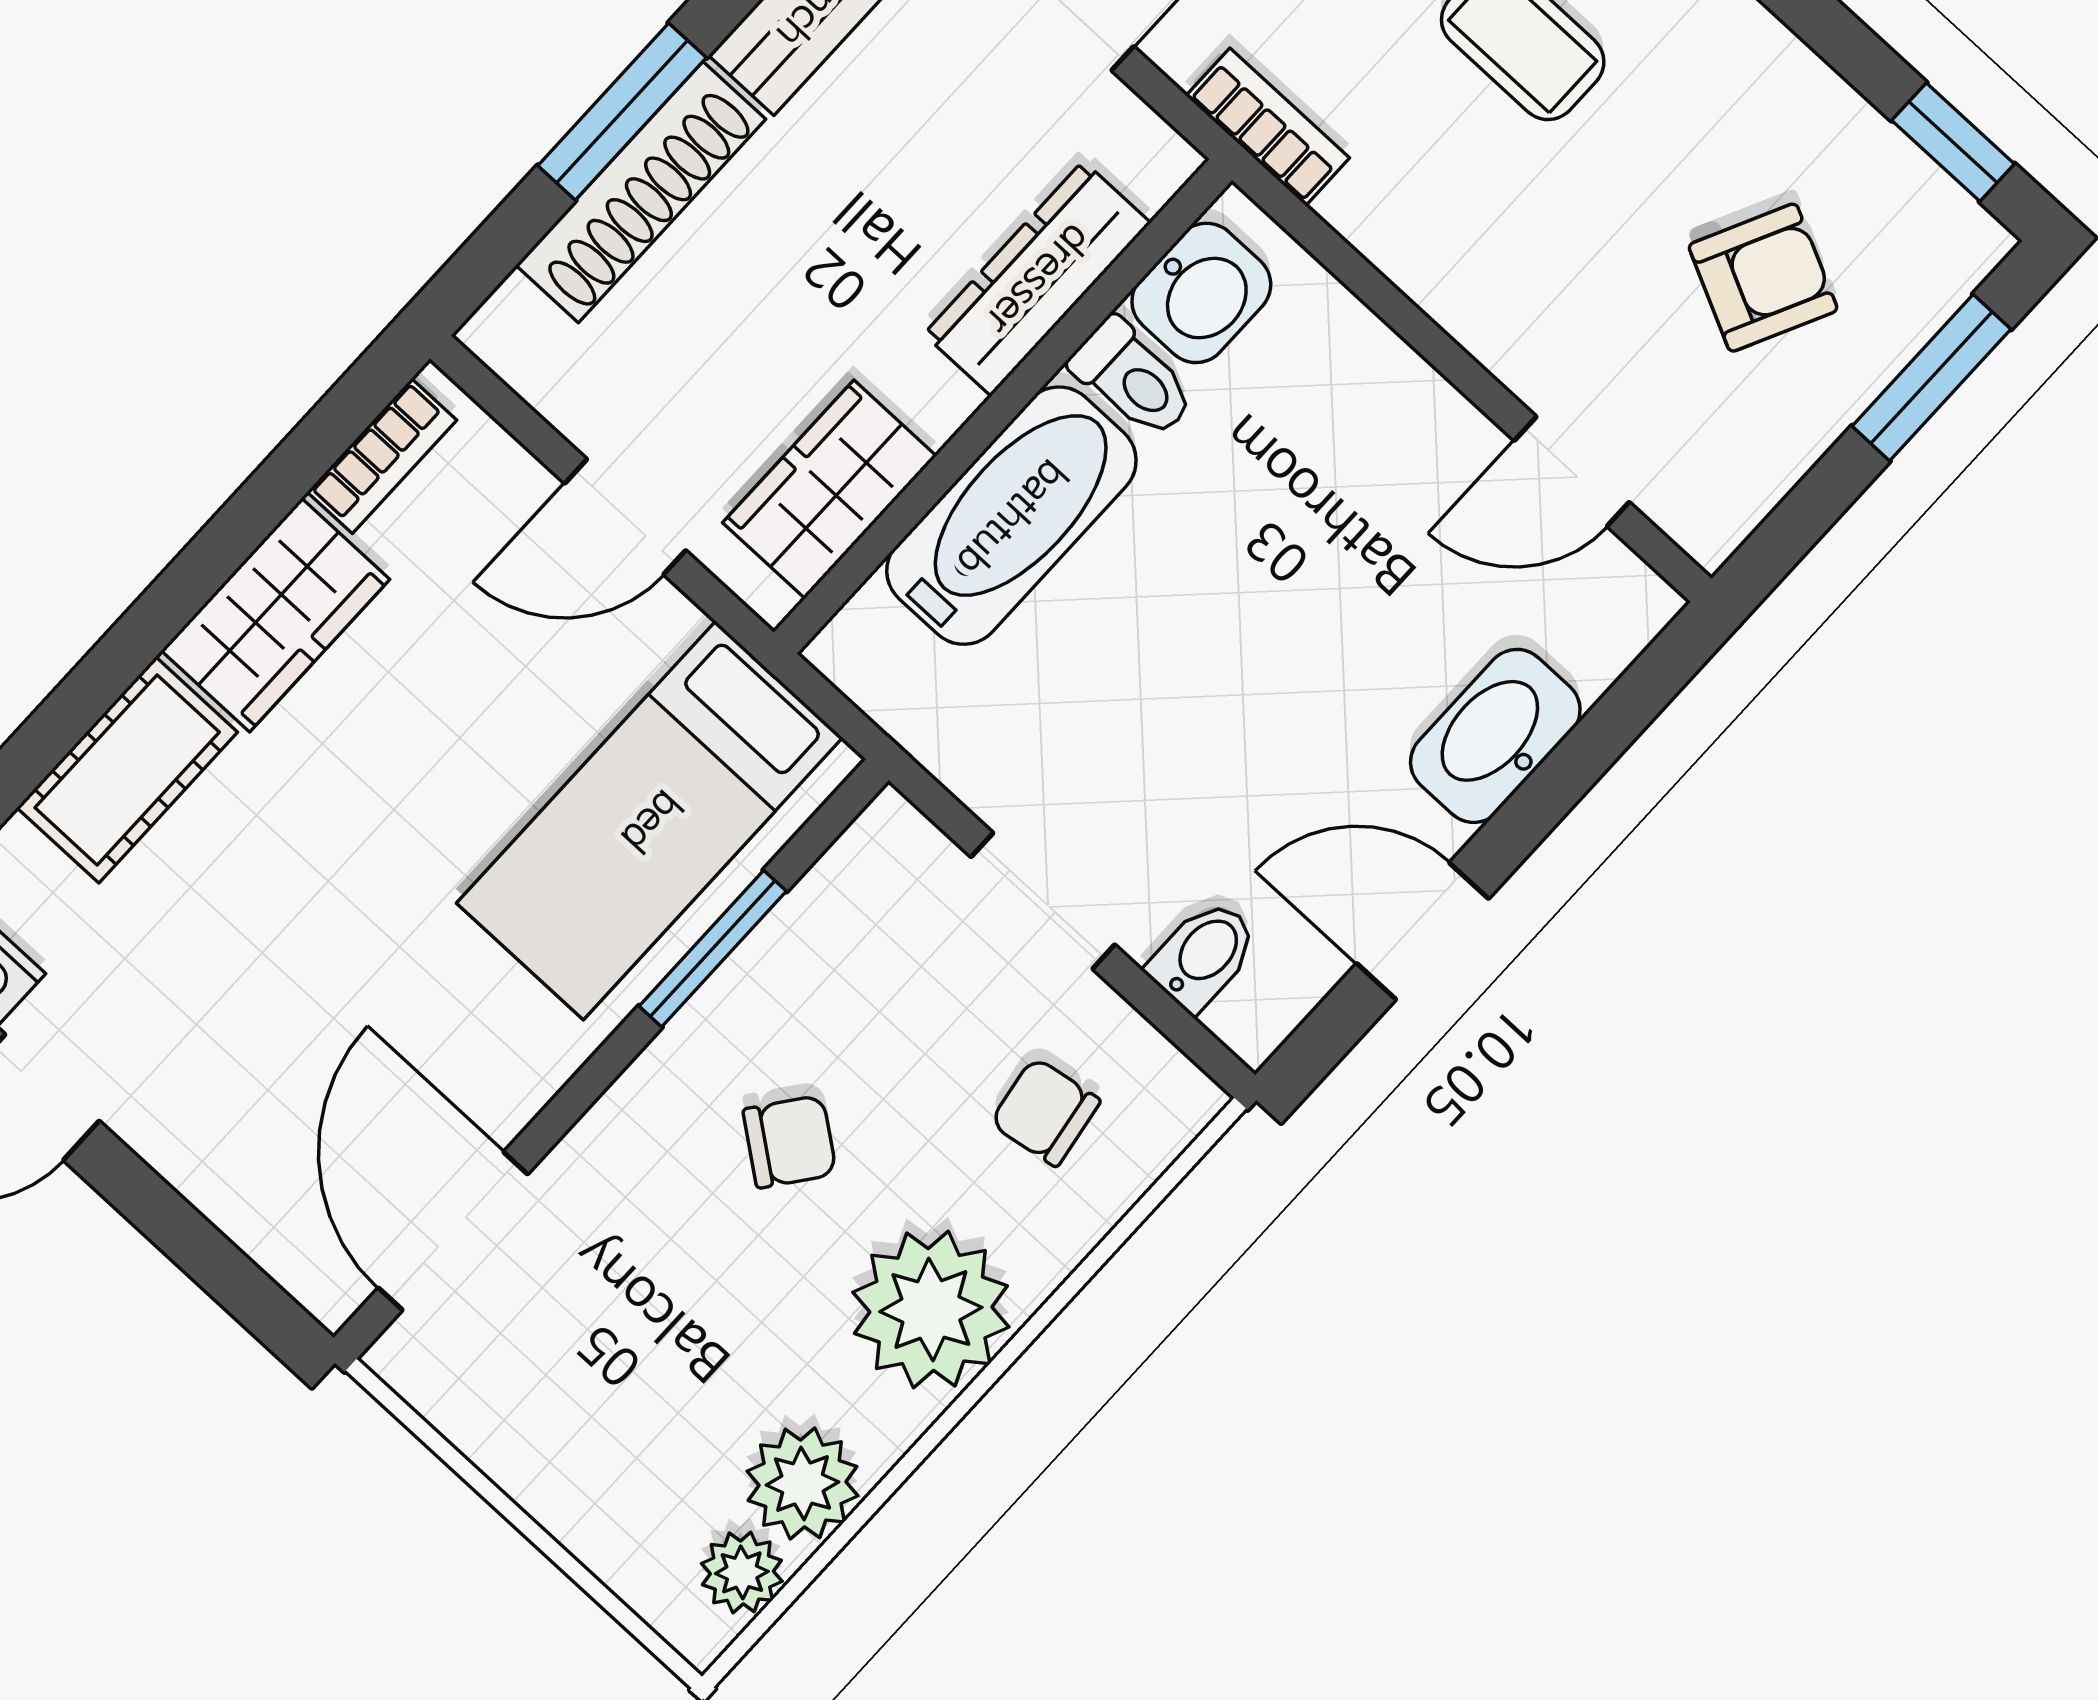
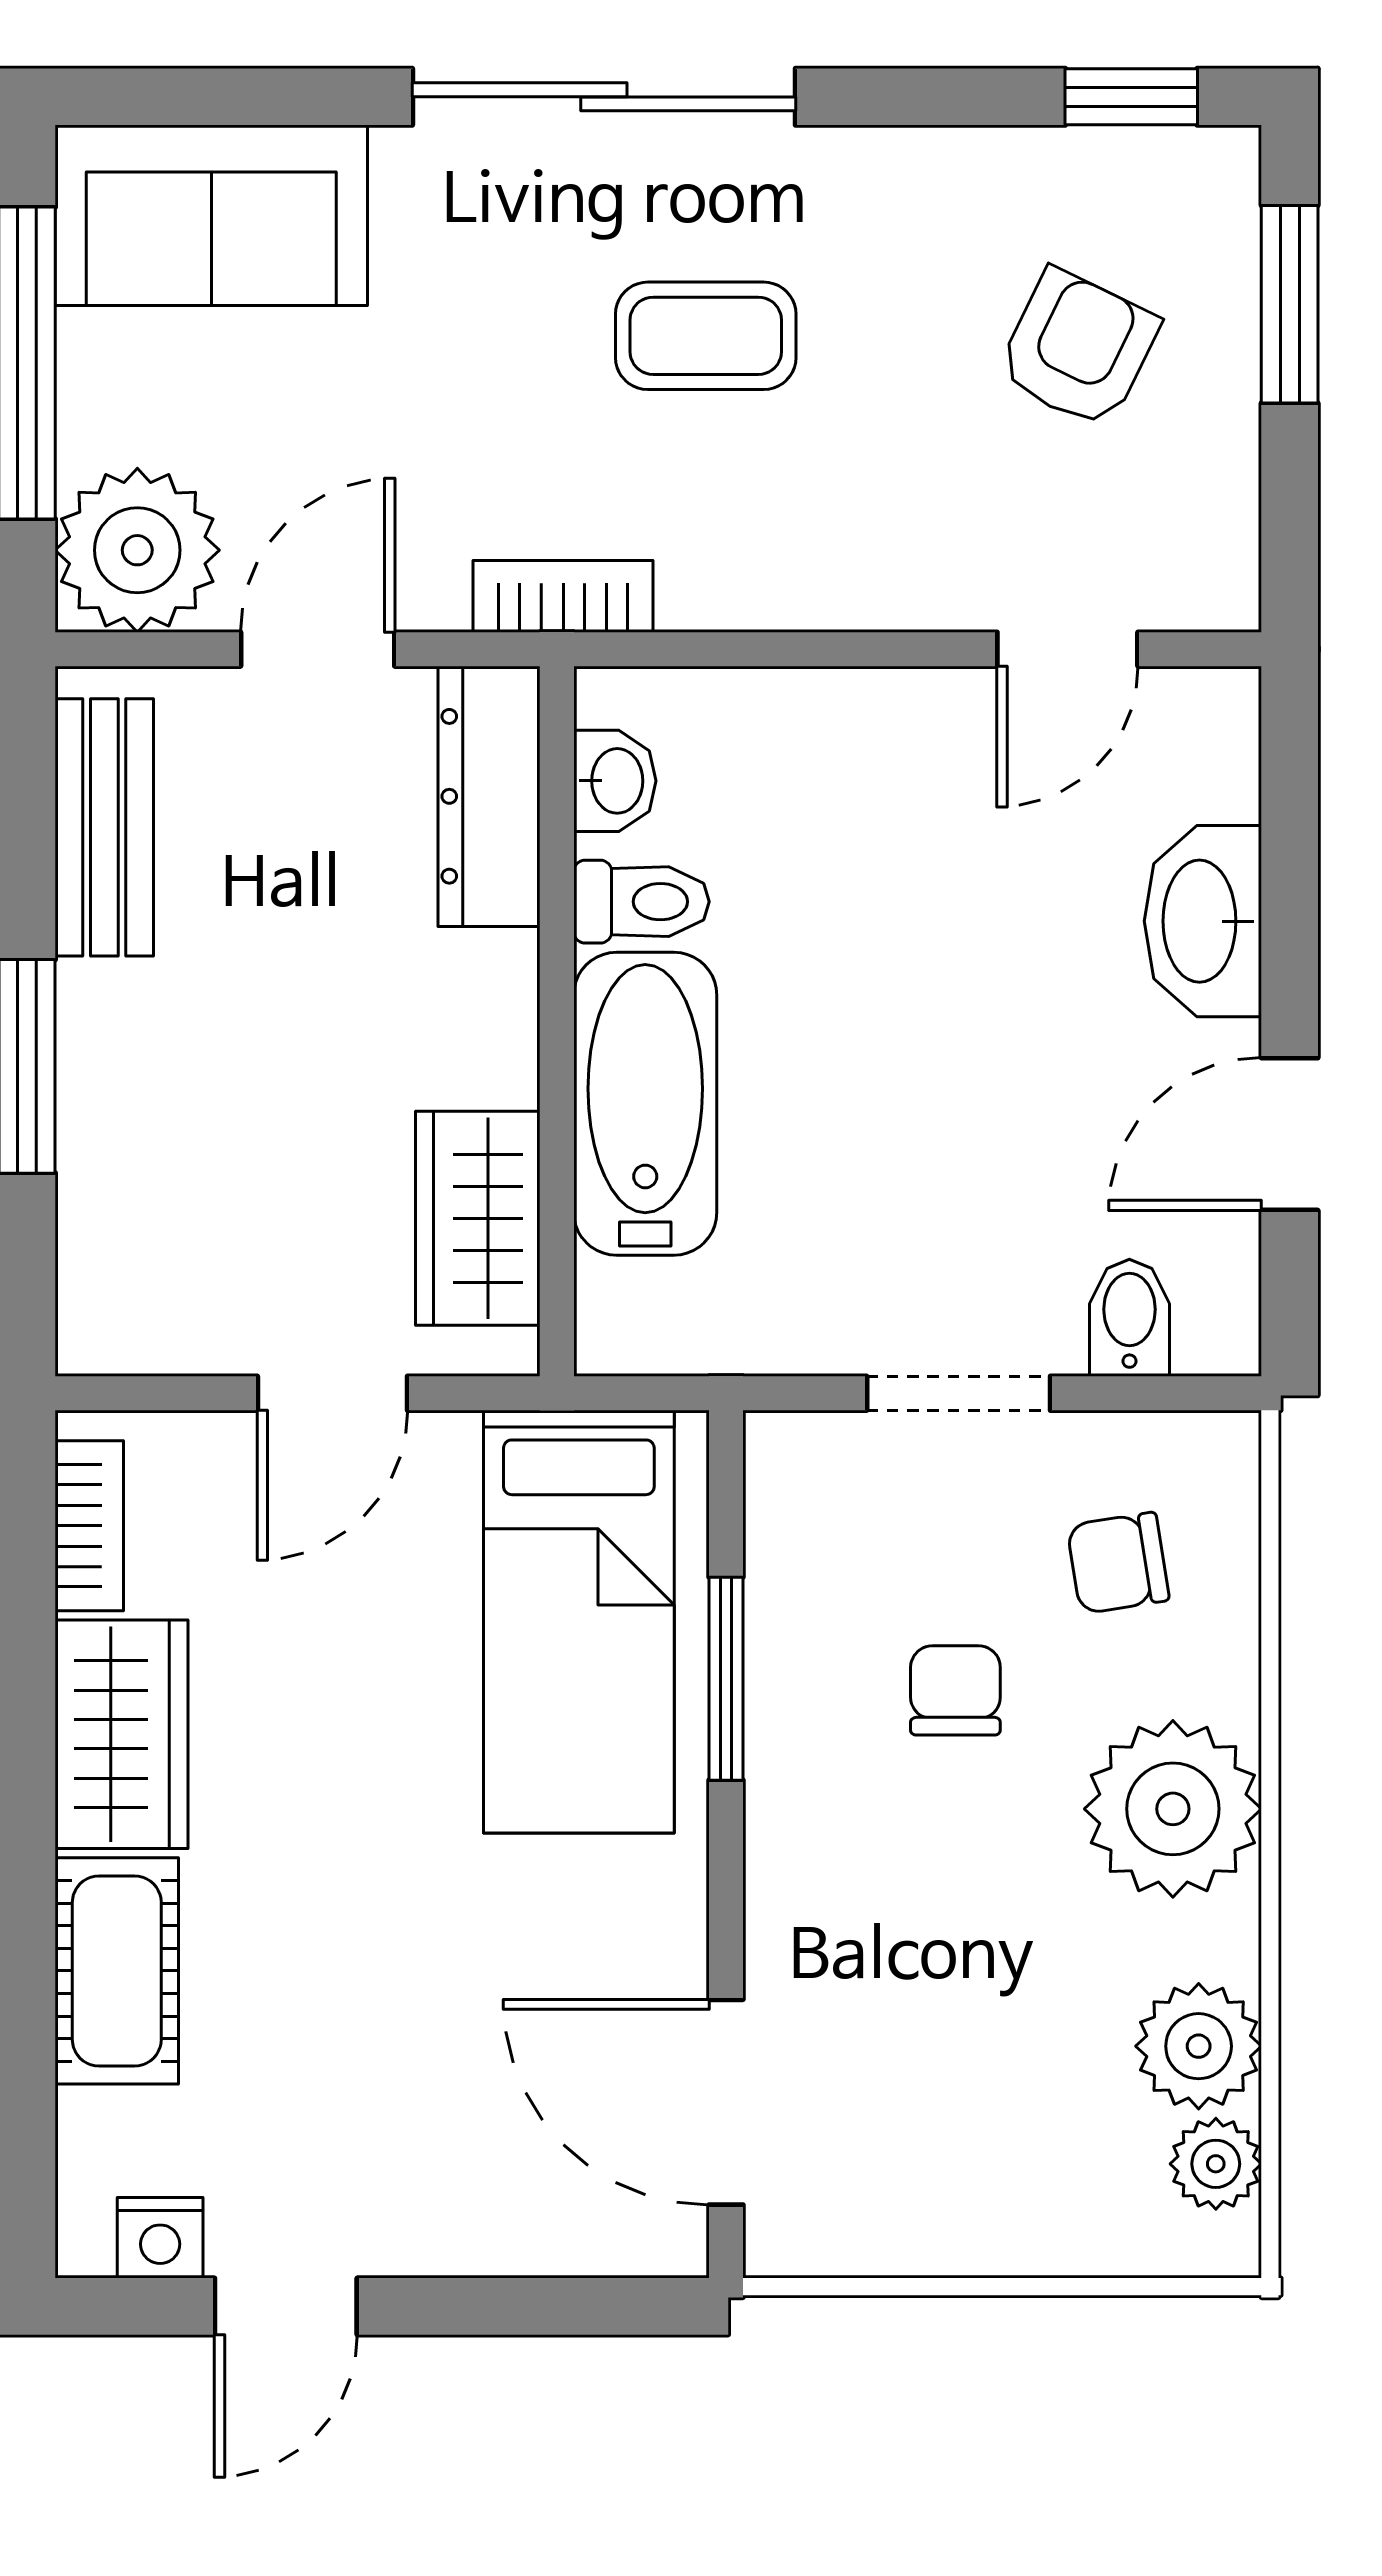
shoe rack: (641, 192) -> (102, 1118), removed
dresser: (1037, 278) -> (489, 796), moved
washbasin: (1201, 293) -> (615, 781), width x0.72, depth x0.69
chair: (790, 1142) -> (955, 1690), moved, turned -37

